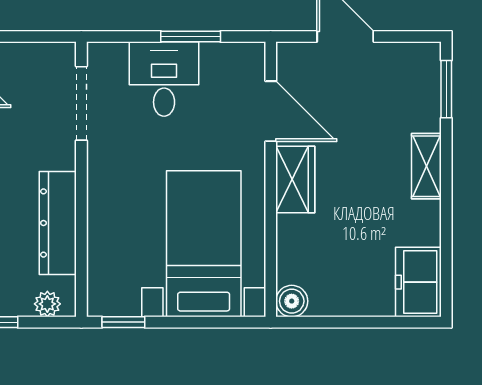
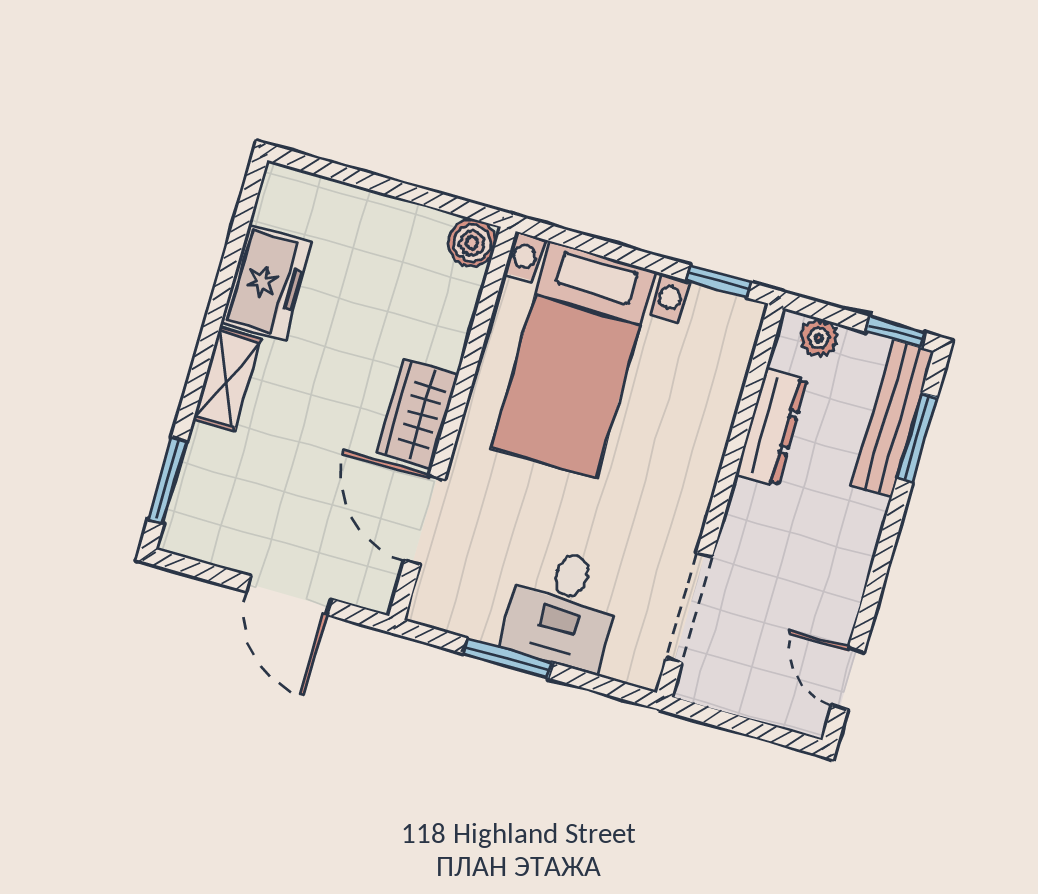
dresser: (58, 223) -> (772, 427), width x0.73, depth x0.80
freezer: (418, 282) -> (267, 283), moved

